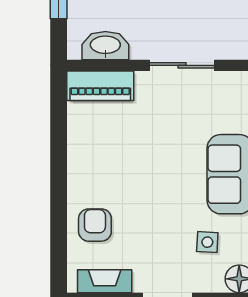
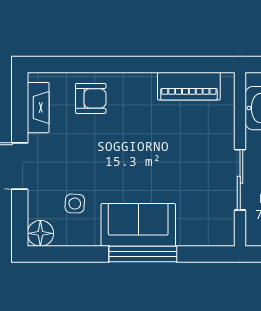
piano: (100, 86) -> (189, 86), moved, turned -90

